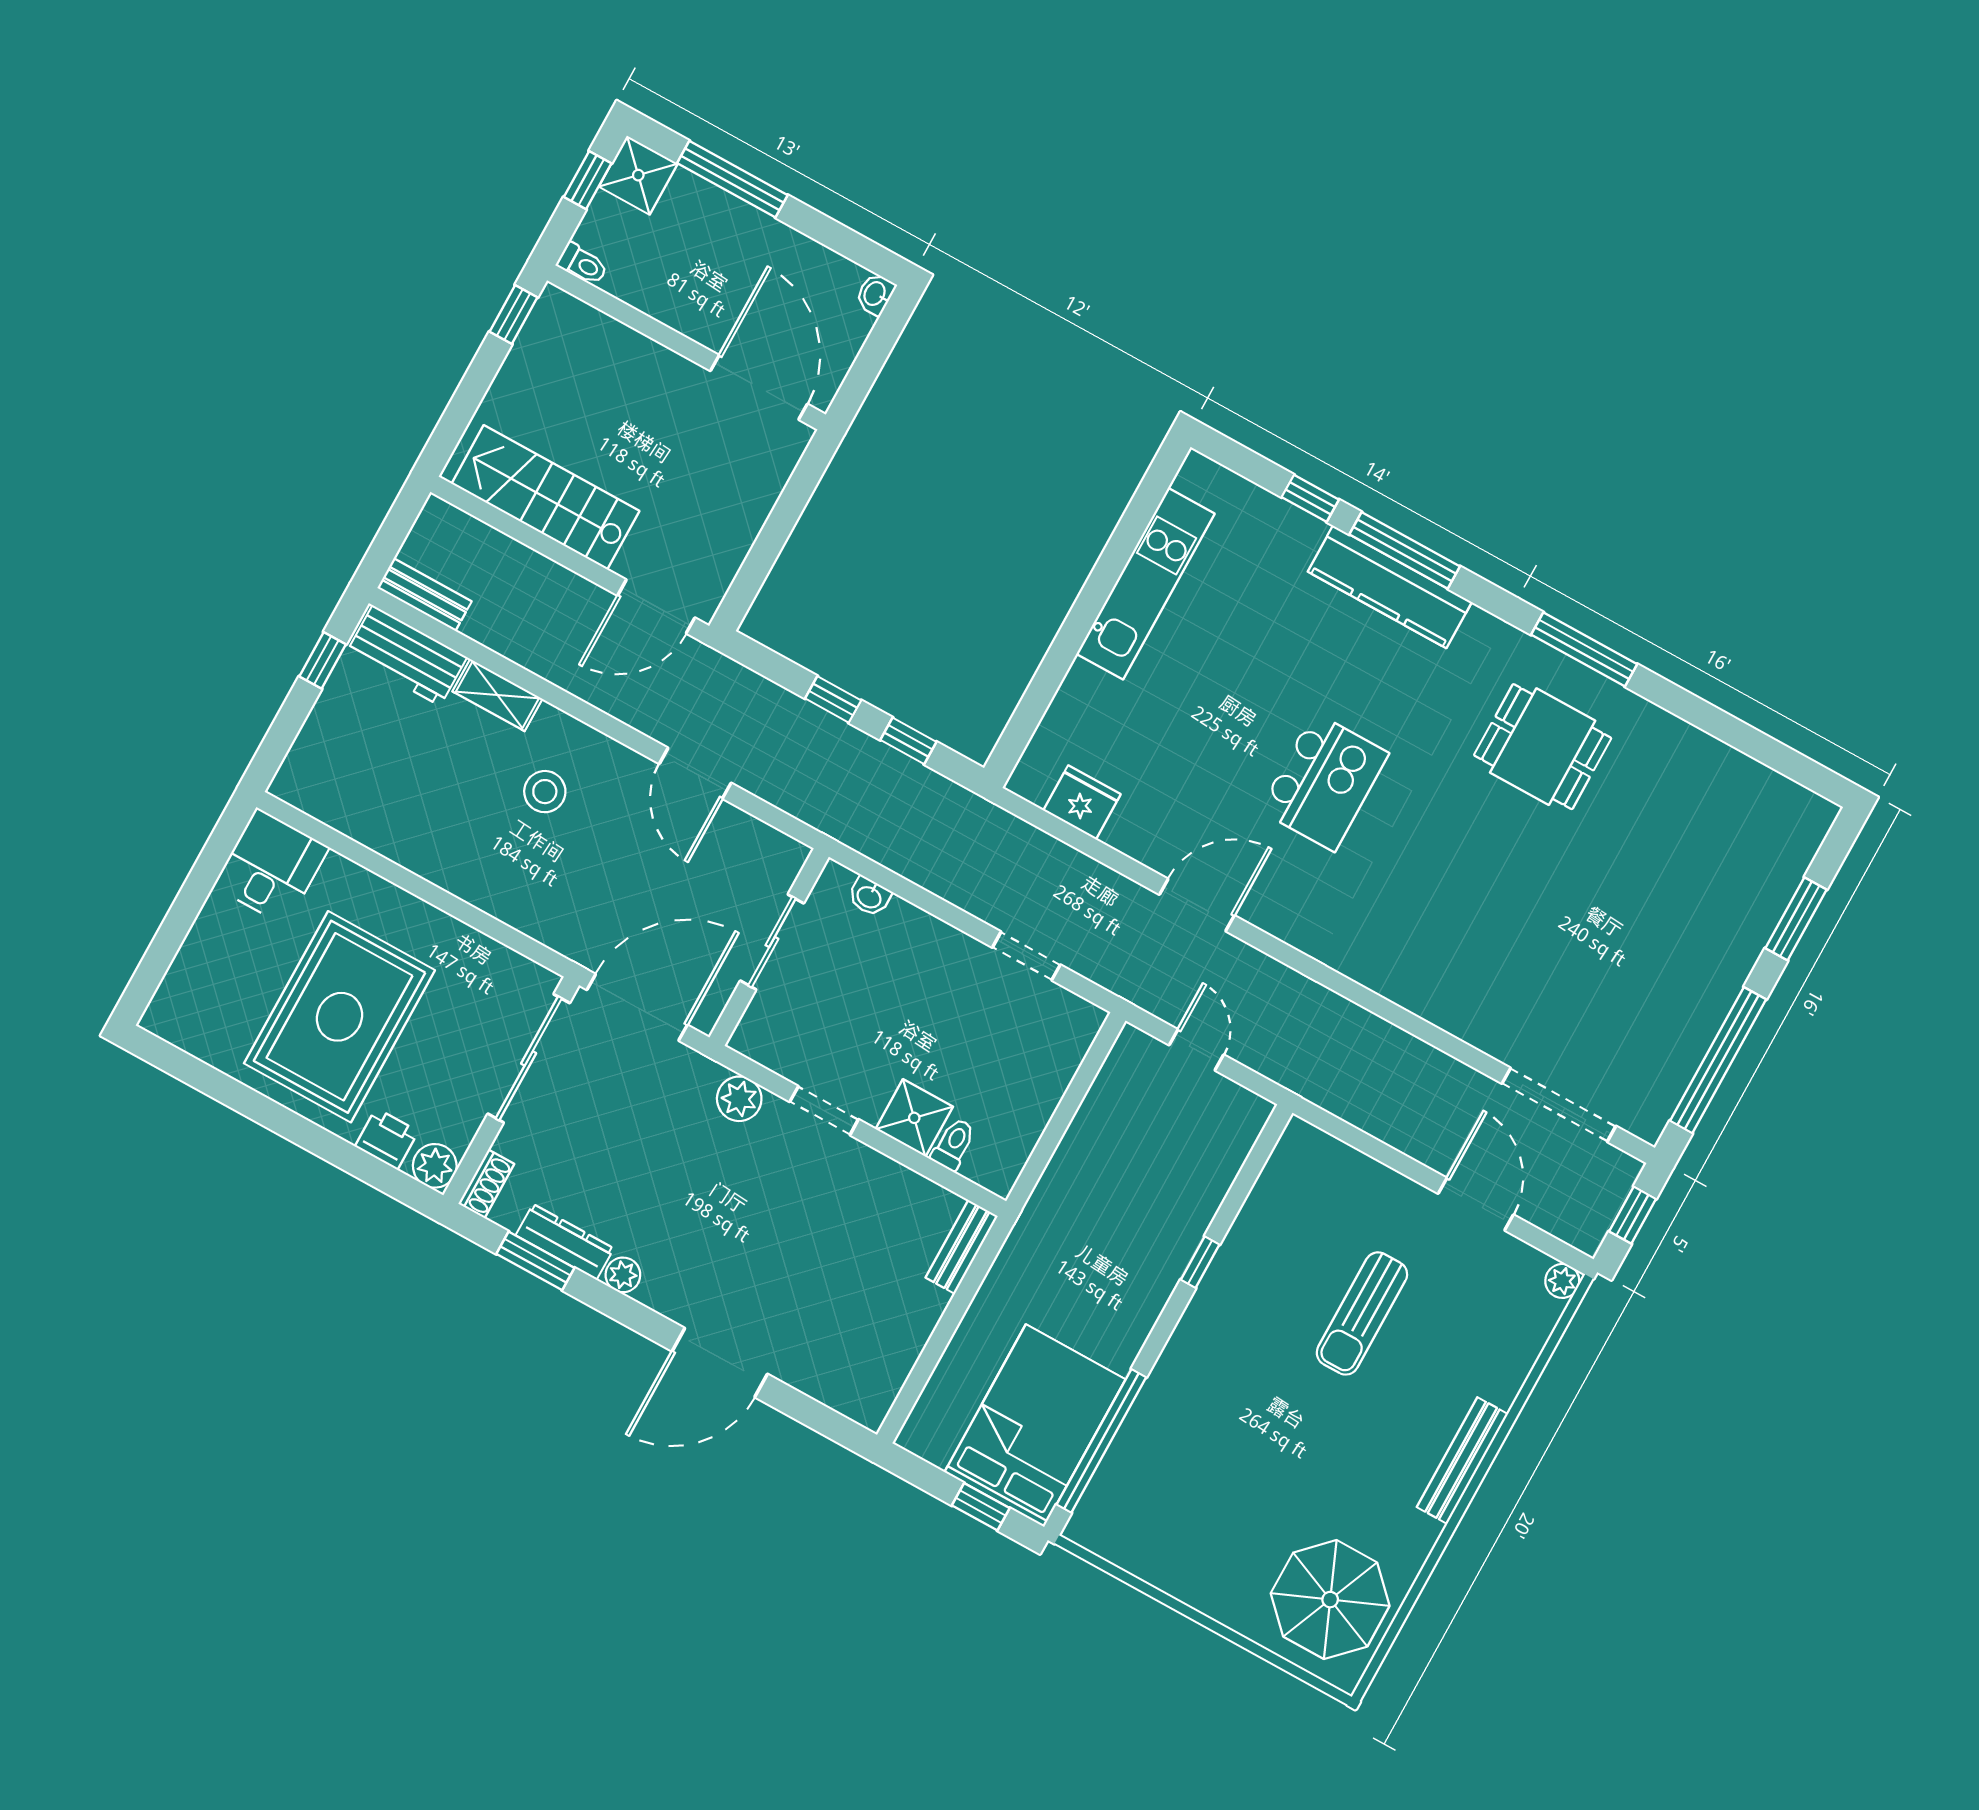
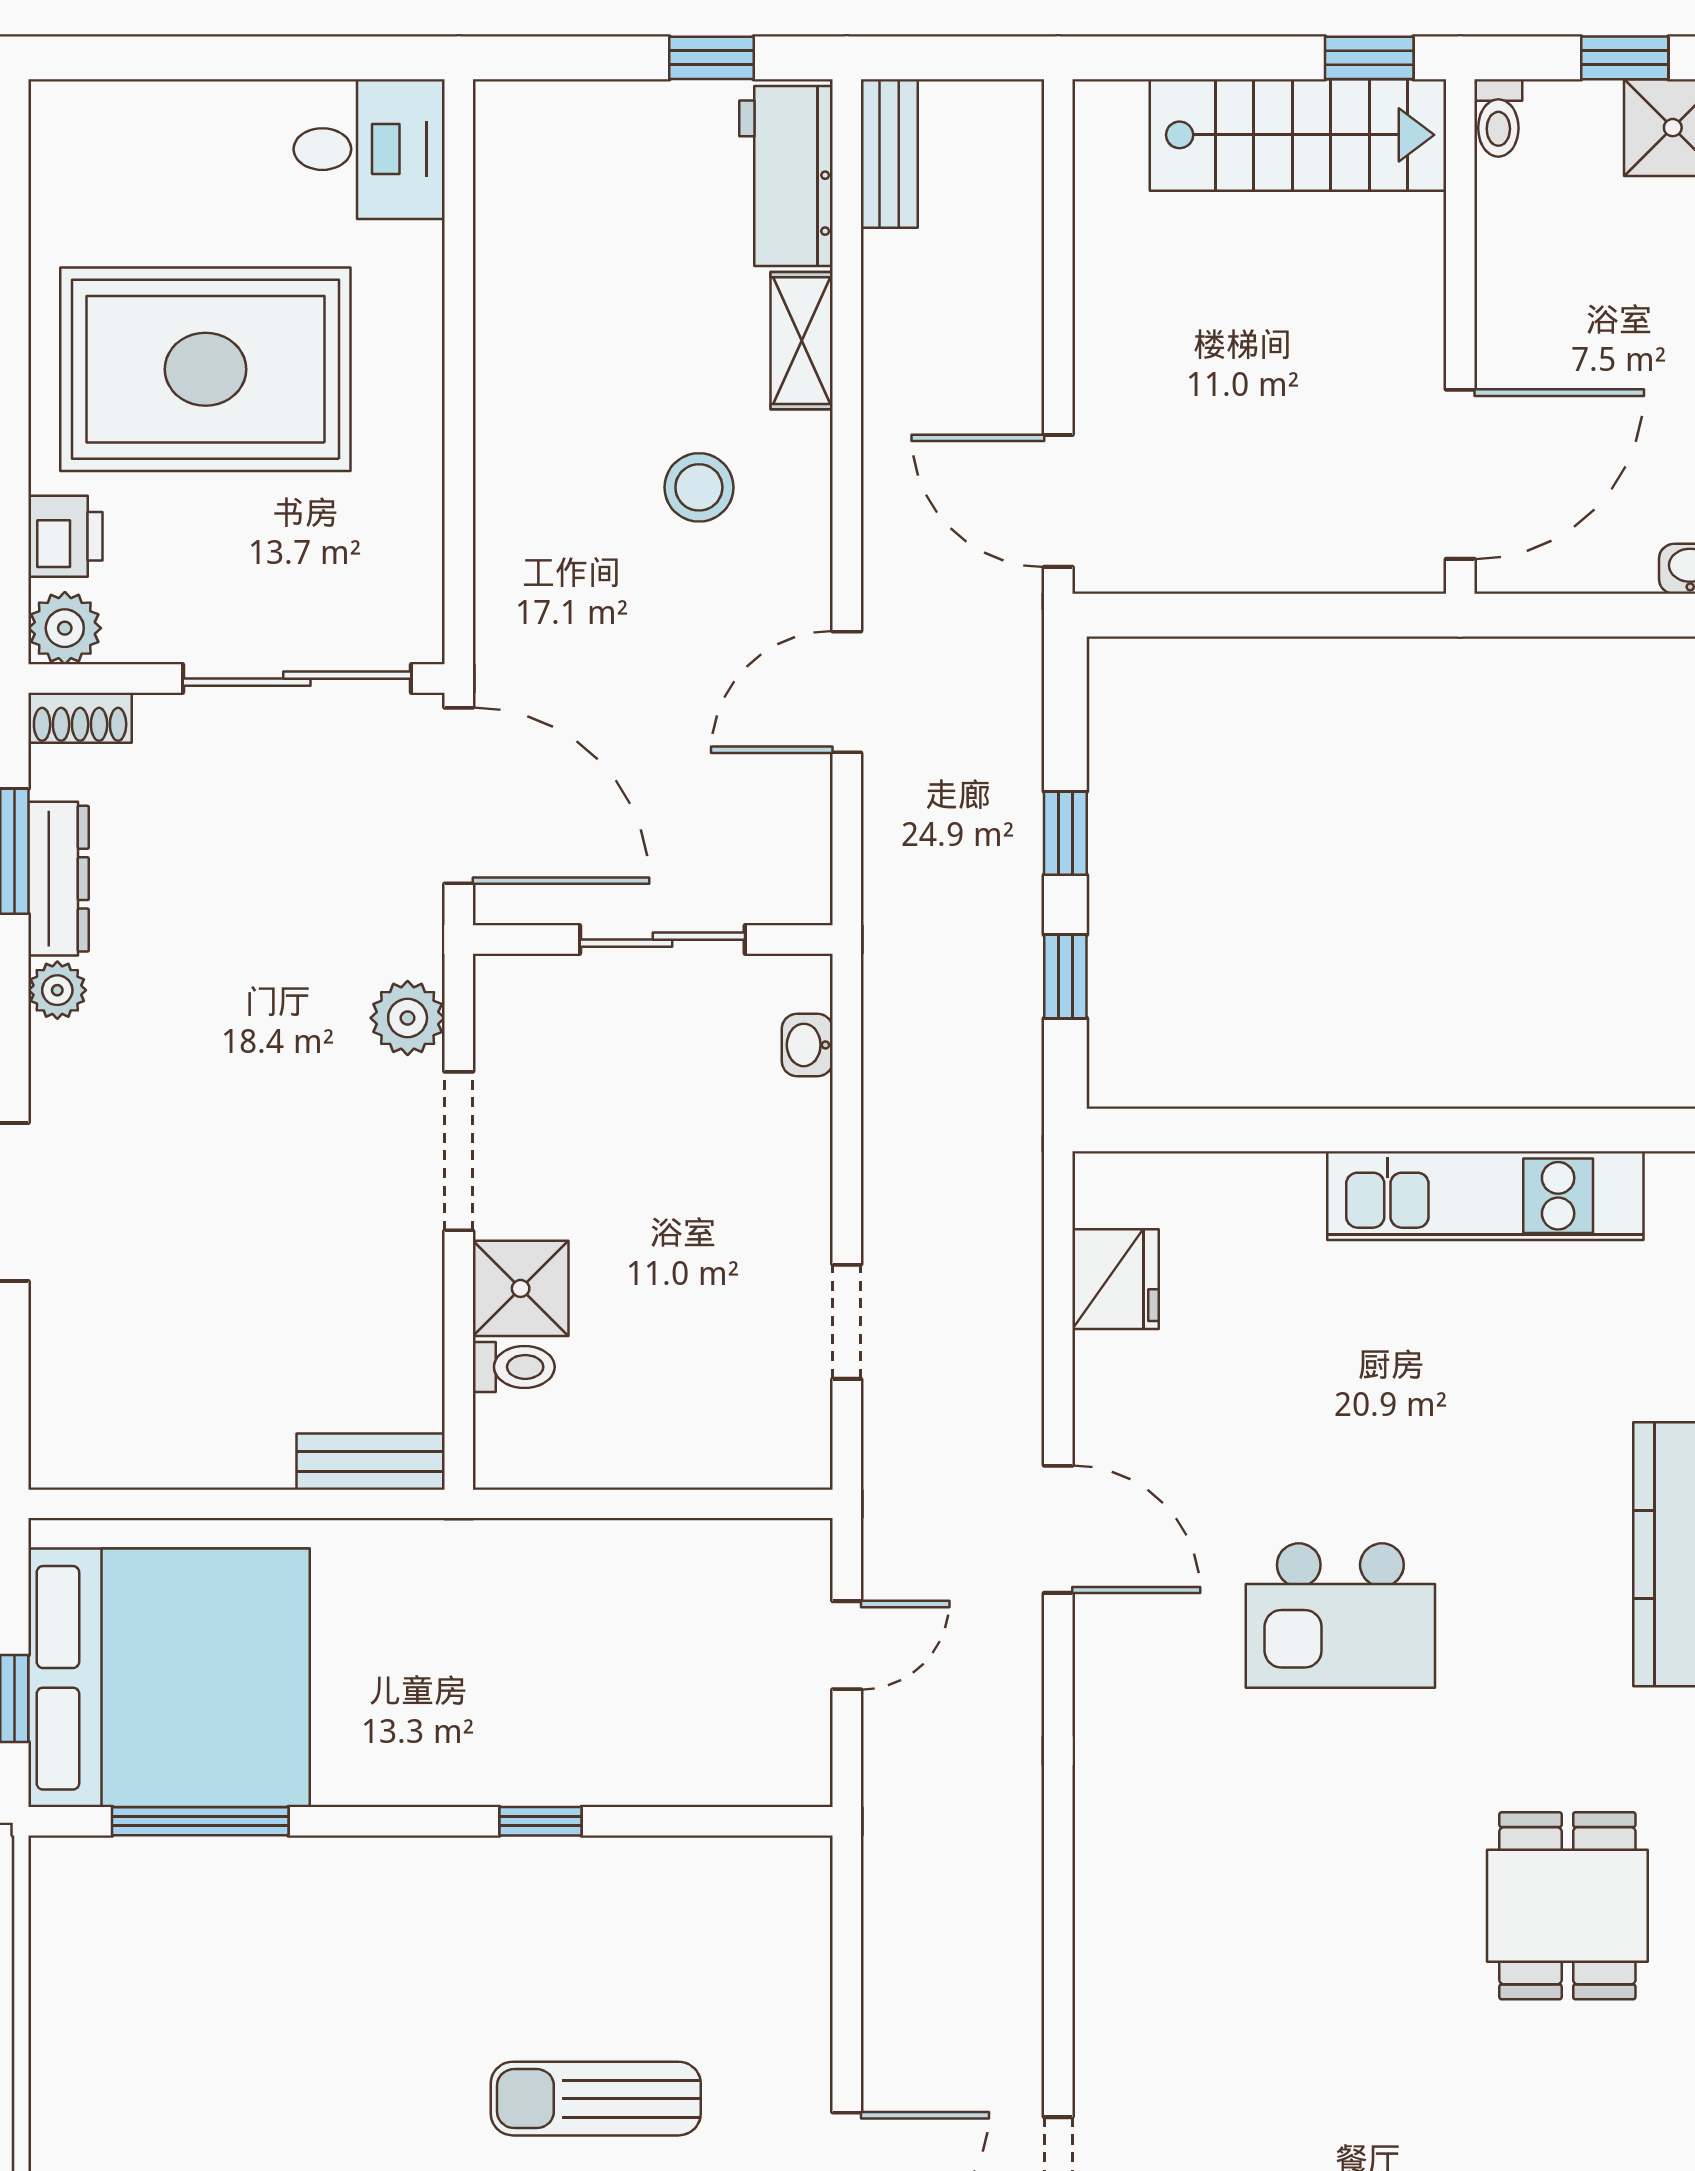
stairs: (545, 497) -> (1298, 135), moved, turned 90
doorway: (824, 1111) -> (459, 1151), width x1.38
bed: (1035, 1426) -> (169, 1678), width x1.36
window: (1101, 1441) -> (200, 1821), width x0.68

